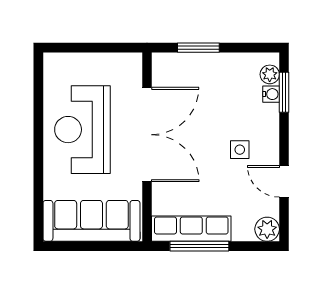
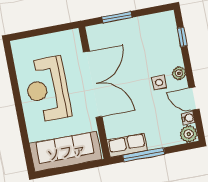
plant: (270, 74) -> (179, 73), moved
window: (284, 92) -> (182, 37), width x0.67
water cooler: (271, 94) -> (188, 118), moved
row of seats: (191, 229) -> (127, 145), width x0.68

